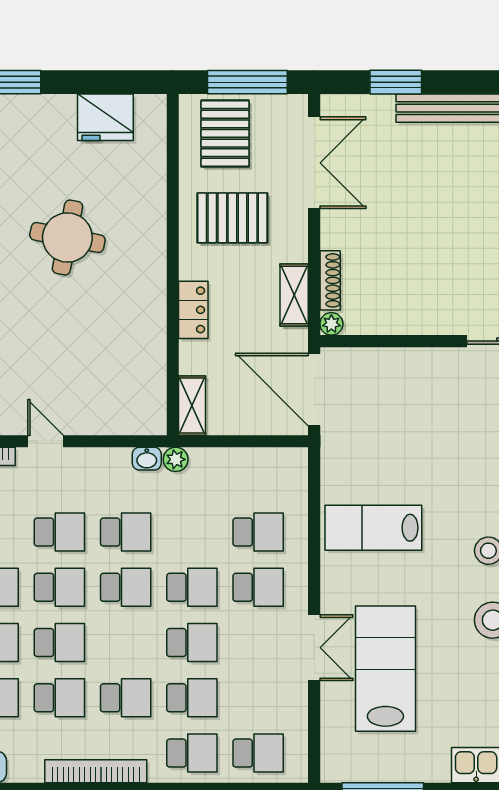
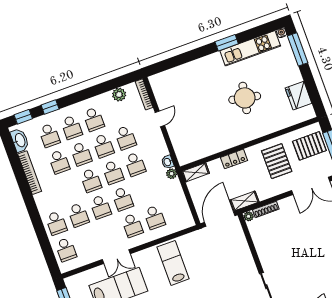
shelving: (294, 295) -> (244, 201), moved
school desk: (126, 698) -> (91, 180), moved
bookcase: (96, 771) -> (30, 173), moved

